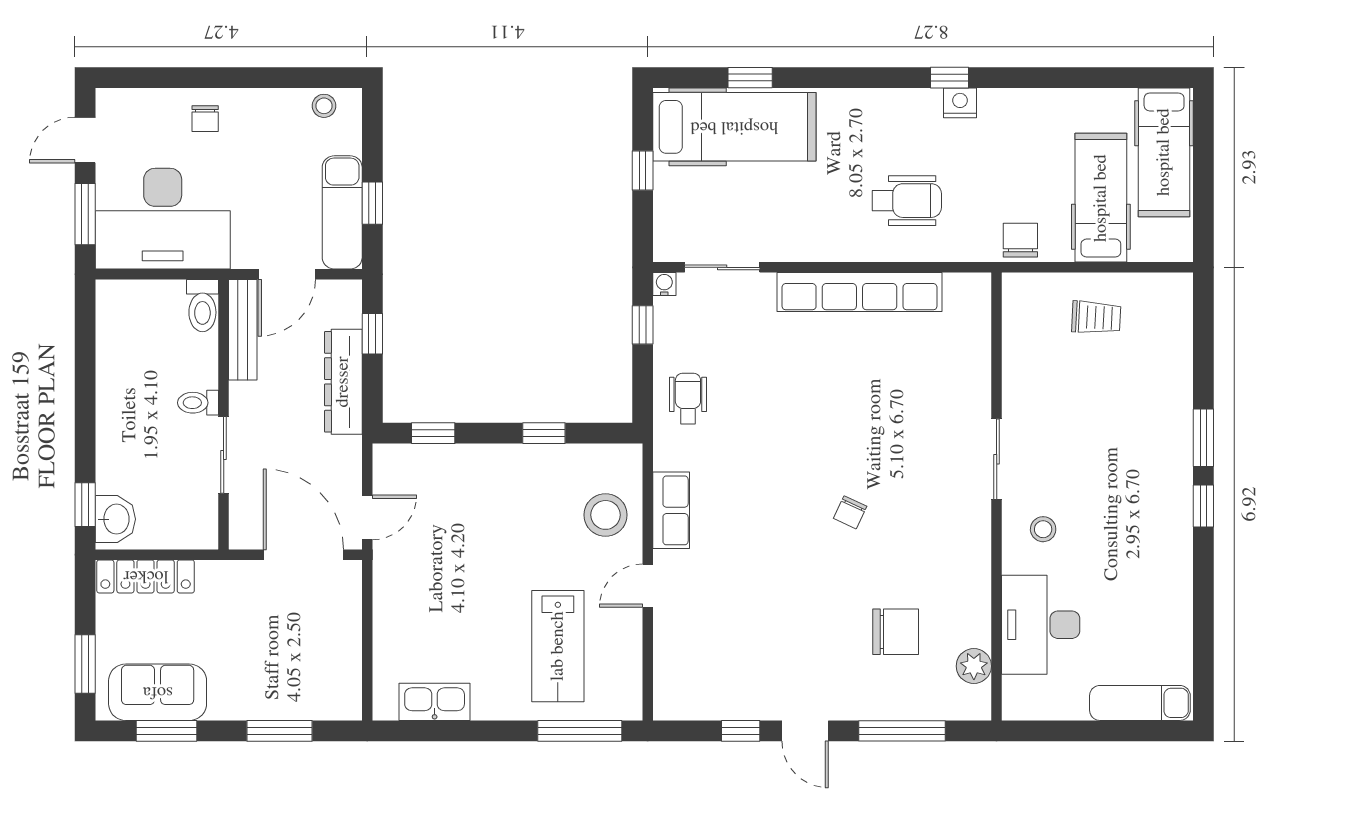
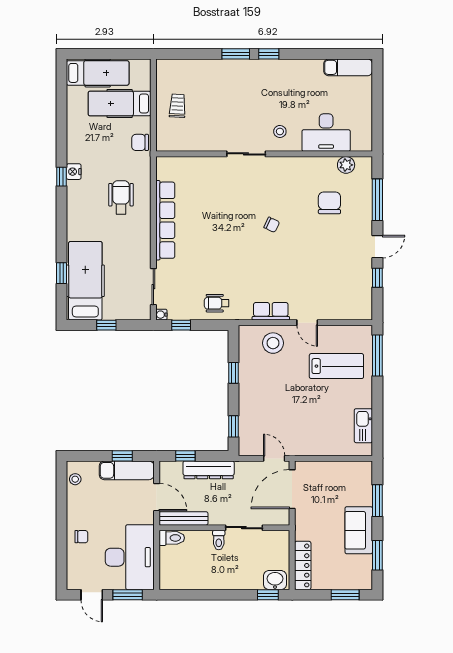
sofa: (158, 692) -> (359, 530), moved
exam couch: (1140, 703) -> (348, 67), moved, turned -90

